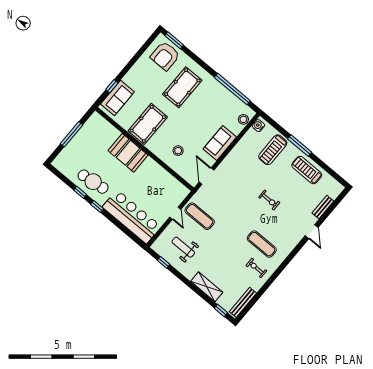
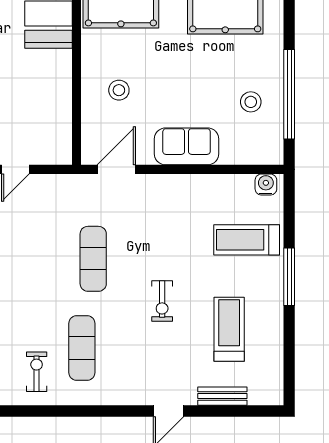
stool: (243, 119) -> (251, 102), moved
treadmill: (307, 170) -> (229, 329), moved
exercise mat: (200, 216) -> (93, 259), moved

